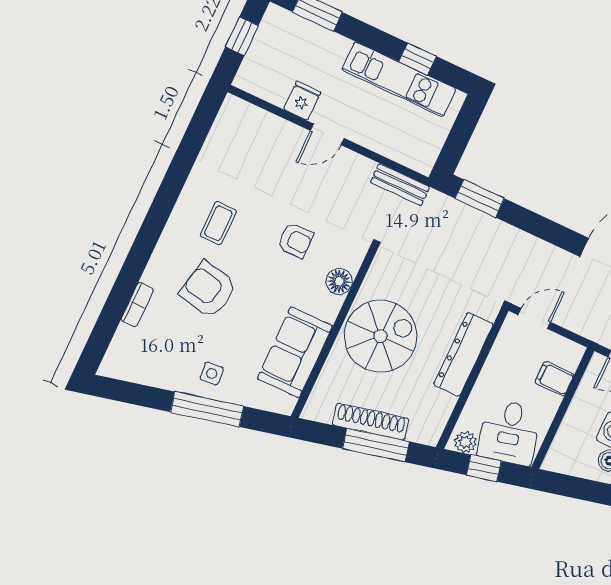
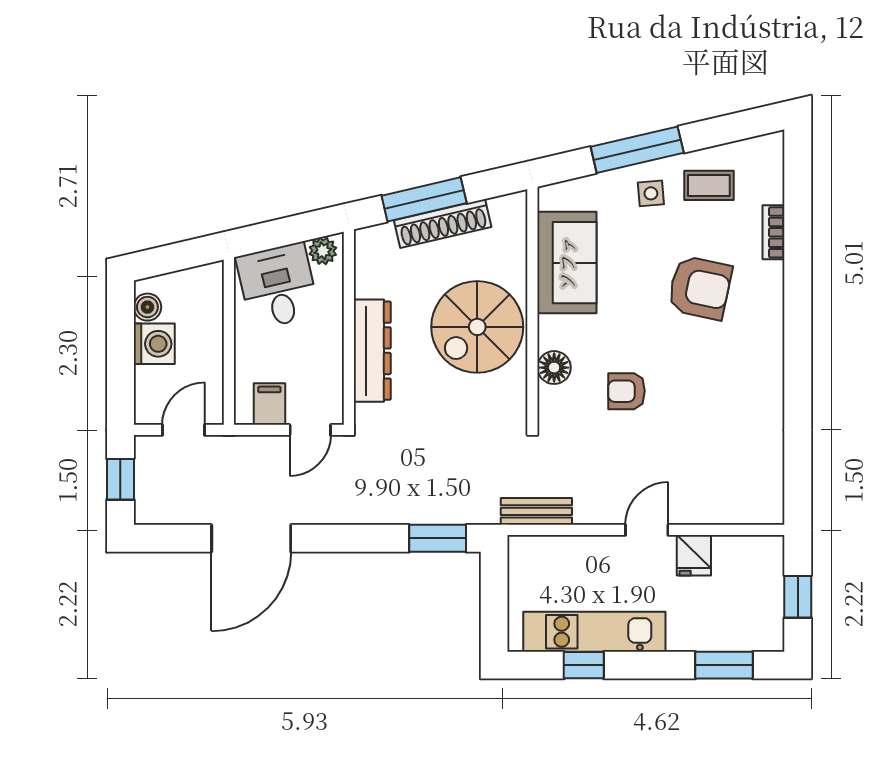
coffee table: (218, 223) -> (709, 185), moved, turned 90
filing cabinet: (554, 379) -> (269, 404), moved, turned -90
window: (484, 468) -> (288, 231), removed

